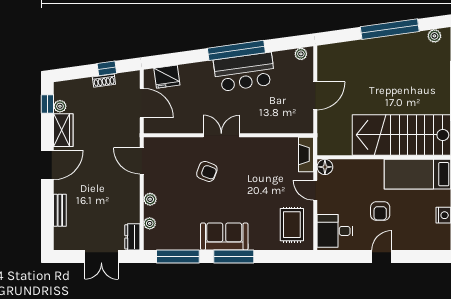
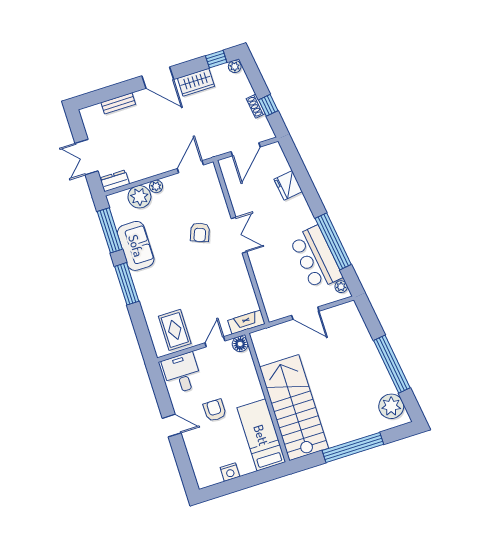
plant: (434, 36) -> (391, 406), width x1.88, depth x1.88
window: (236, 50) -> (333, 241), moved
bar counter: (244, 72) -> (316, 258), moved
fridge: (167, 77) -> (288, 185), moved
plant: (60, 106) -> (235, 66), moved
armchair: (380, 211) -> (215, 410), turned 90
plant: (150, 223) -> (139, 197), width x1.88, depth x1.88
rug: (292, 225) -> (175, 330), turned 90
sofa: (224, 237) -> (136, 246), moved

